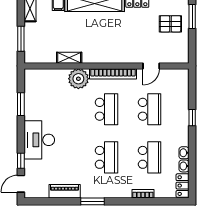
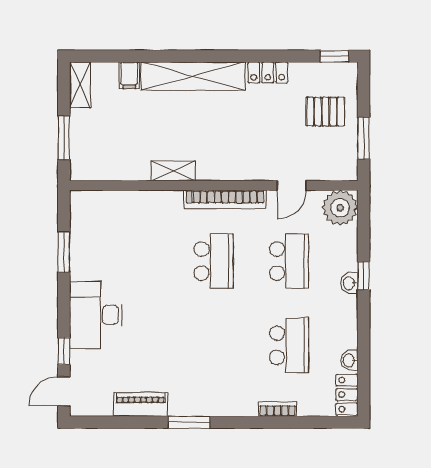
window: (192, 16) -> (364, 138), moved
shelving: (69, 58) -> (173, 171), moved
plant: (78, 79) -> (340, 208), moved
washbasin: (184, 153) -> (349, 283), moved
school desk: (106, 157) -> (214, 345), removed

